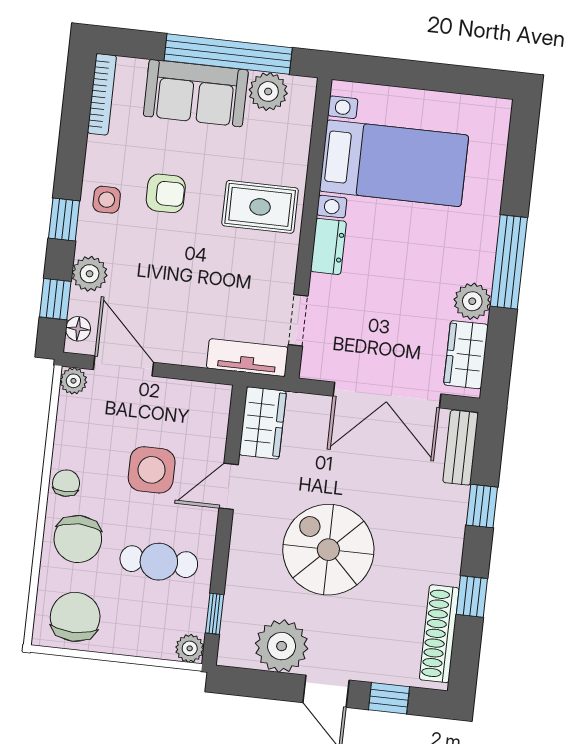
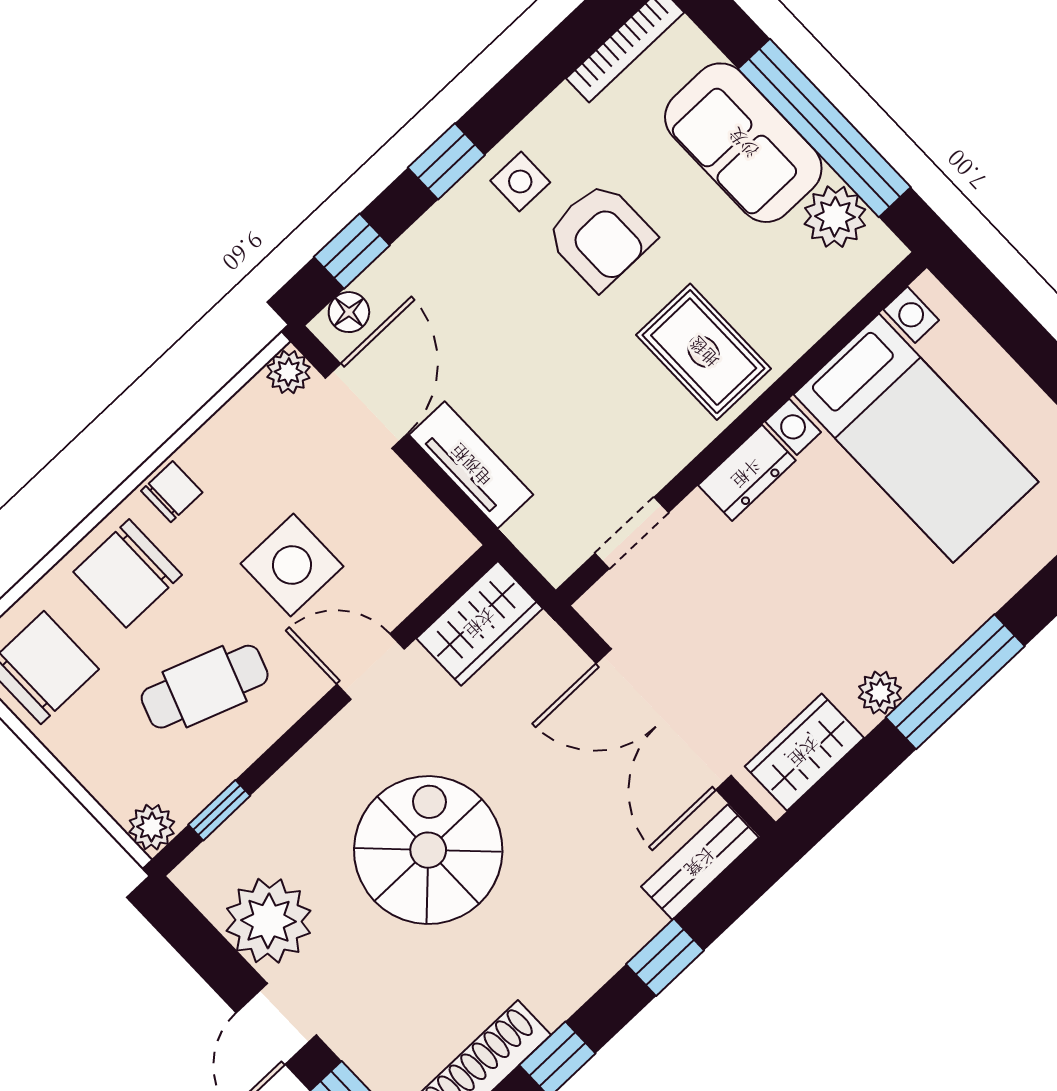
armchair: (166, 193) -> (600, 236), width x1.38, depth x1.38
plant: (90, 274) -> (421, 256), removed
plant: (472, 301) -> (880, 693), width x0.73, depth x0.73
tv unit: (247, 358) -> (471, 465), moved
cafe table: (159, 562) -> (205, 687), turned -70

